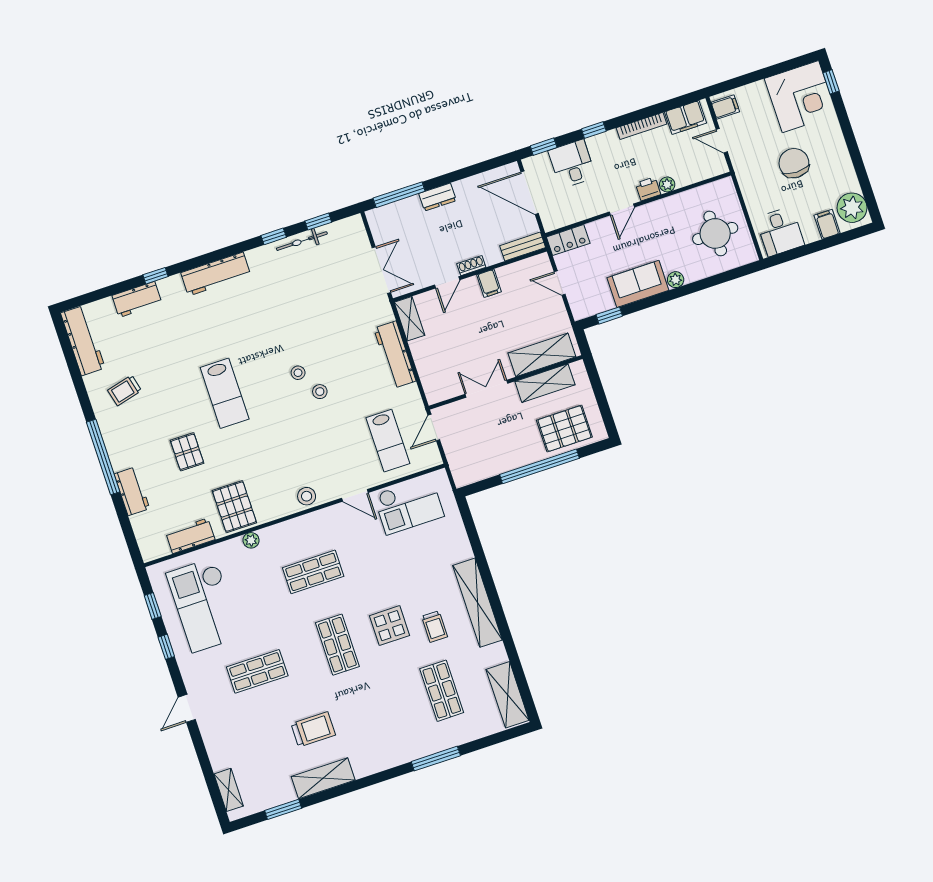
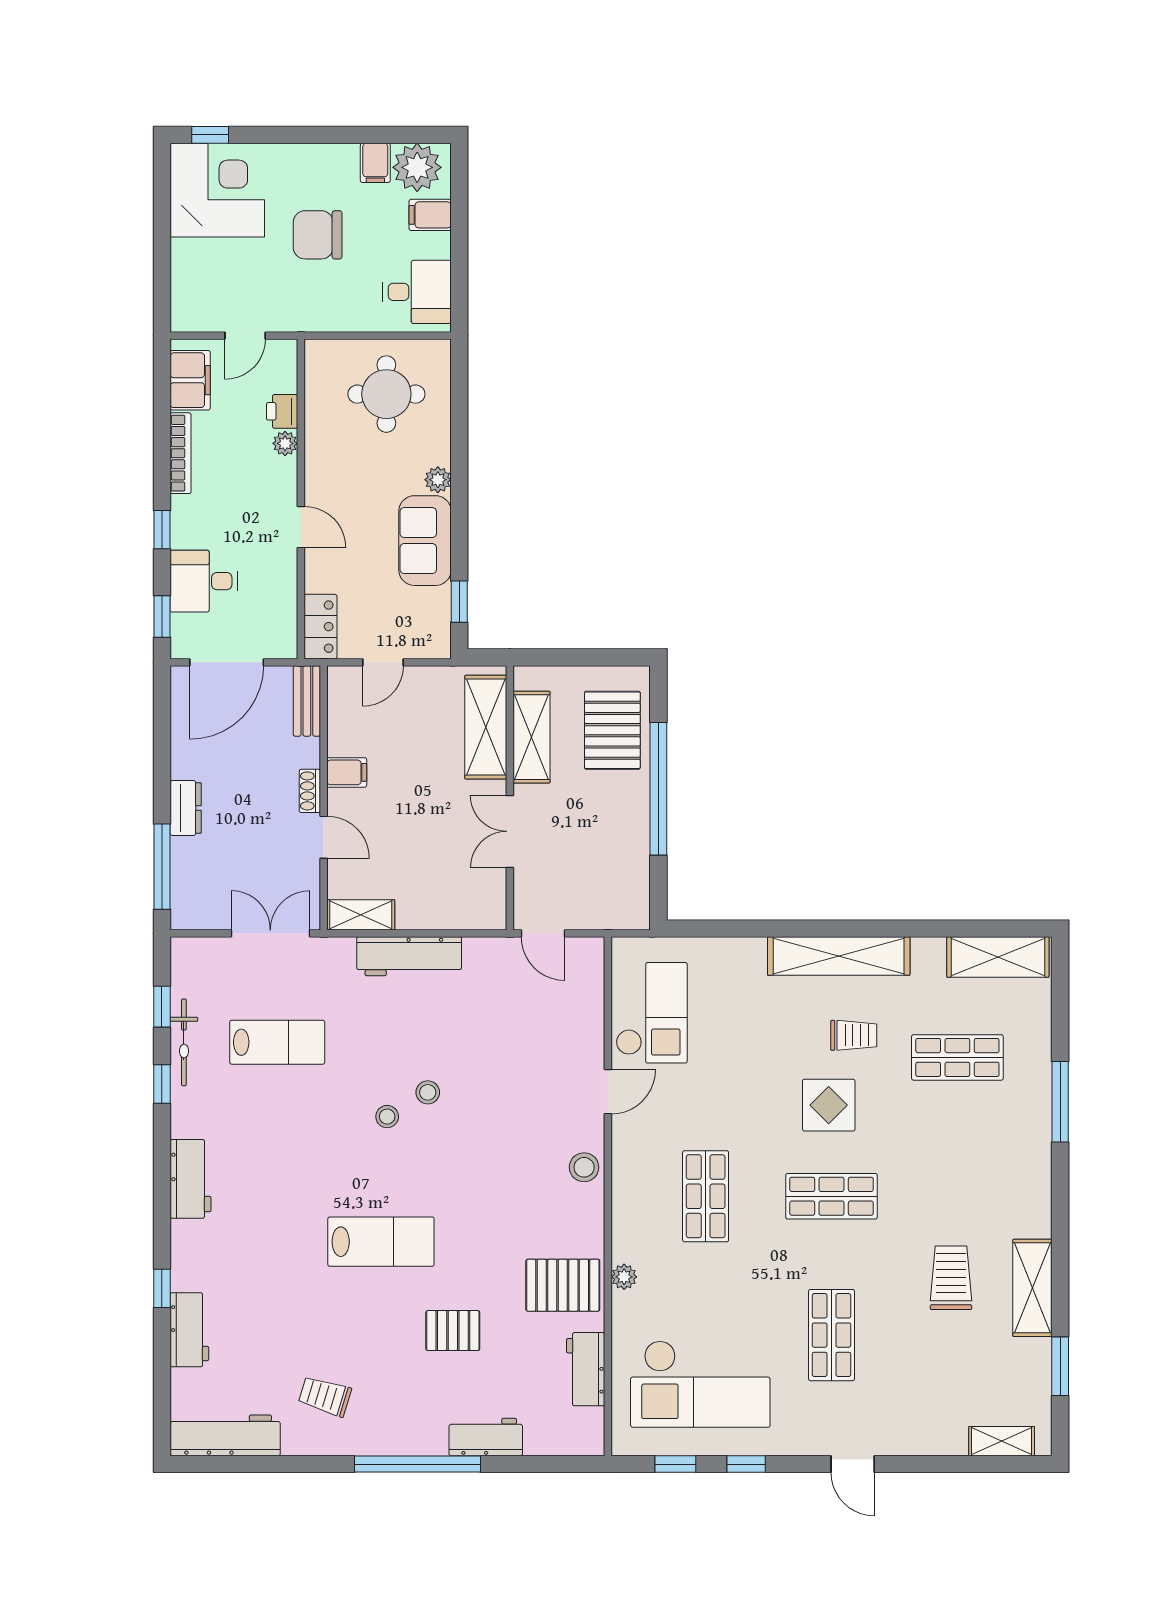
filing cabinet: (725, 107) -> (375, 163), moved, turned 180
printer: (648, 189) -> (282, 411), moved
workbench: (216, 274) -> (191, 1179), width x0.73
trolley: (125, 390) -> (325, 1396), turned 121
lab bench: (388, 441) -> (277, 1042), moved

